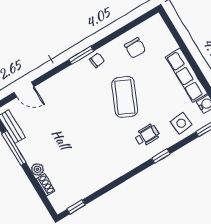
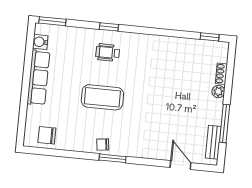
chair: (135, 48) -> (47, 135), moved, turned -90
coffee table: (125, 97) -> (102, 97), turned 66
side table: (181, 123) -> (72, 41), removed

